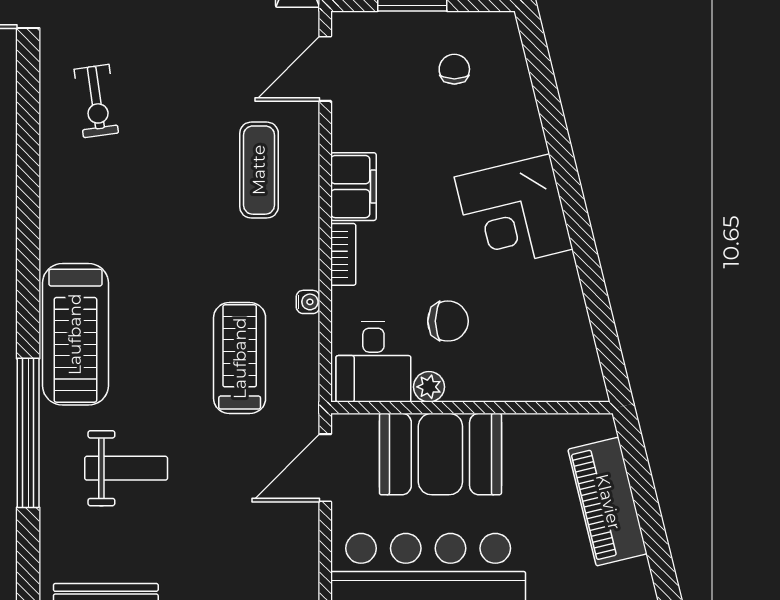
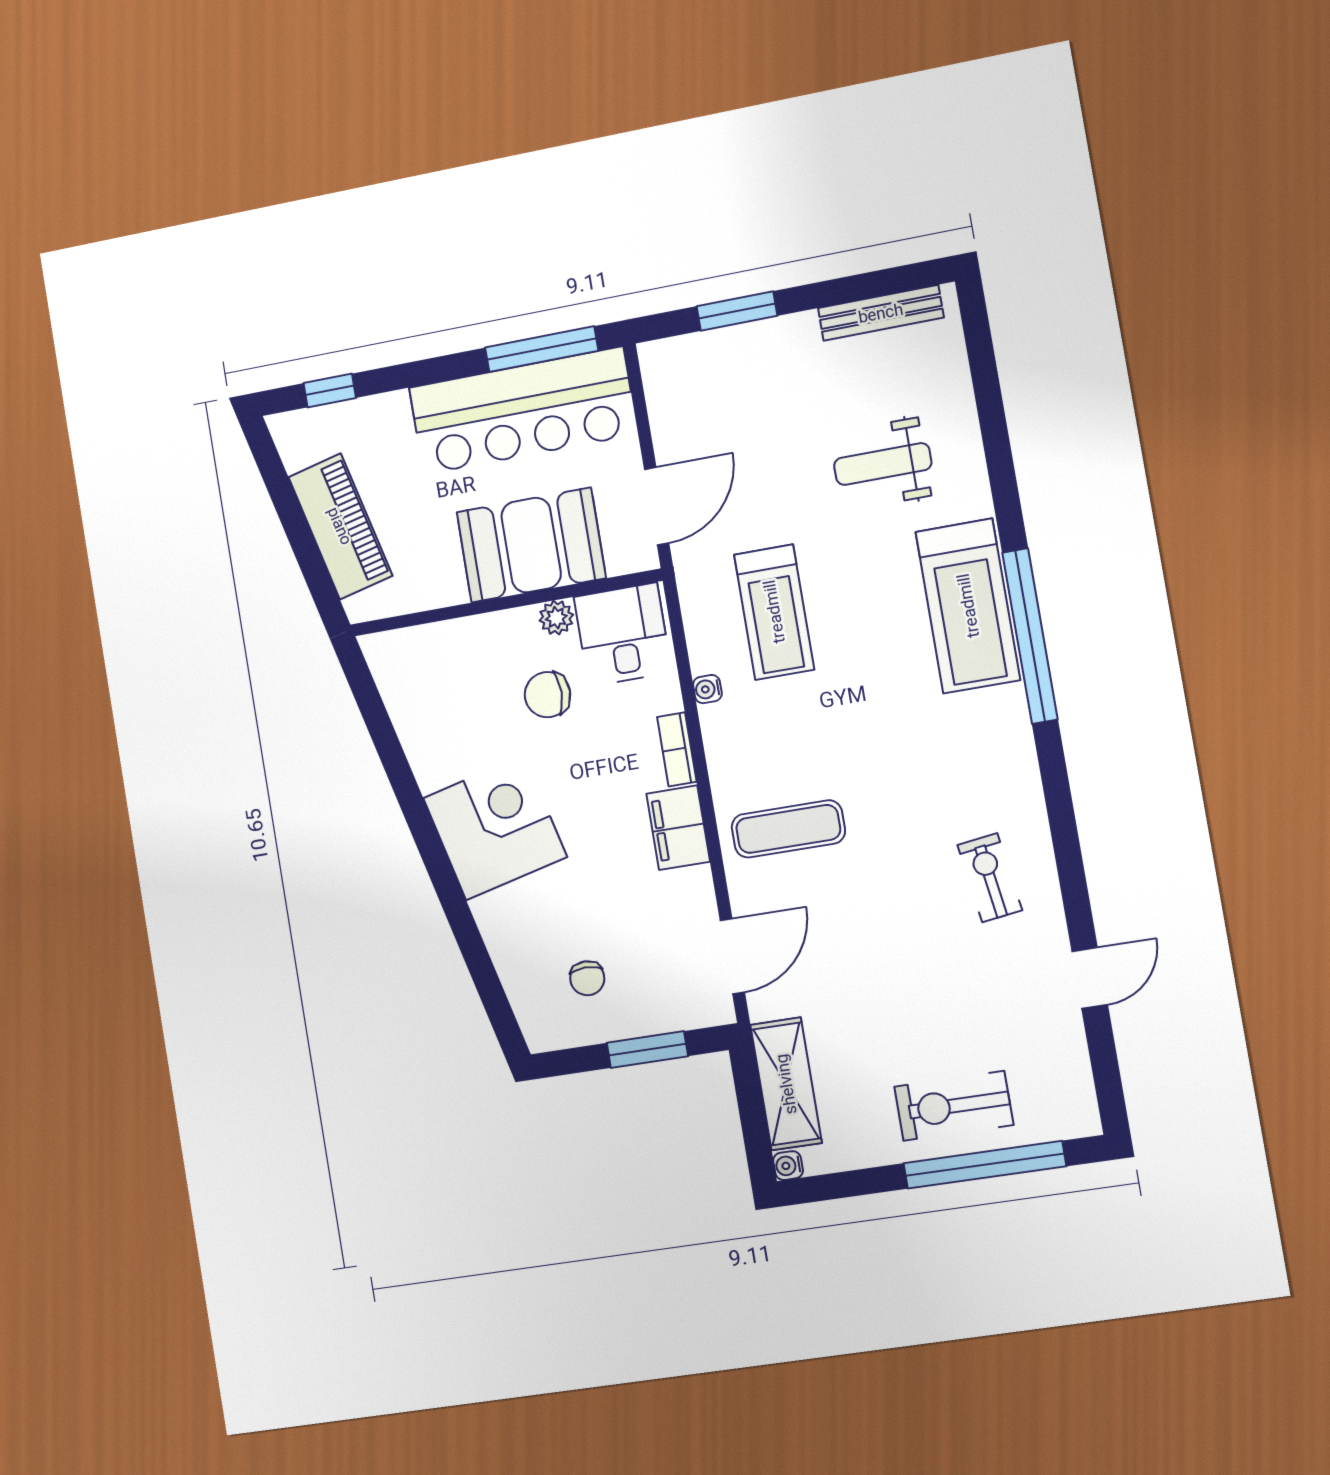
exercise mat: (259, 170) -> (788, 829), turned 90
treadmill: (75, 334) -> (968, 606), turned 180
window: (28, 433) -> (1030, 636), moved

